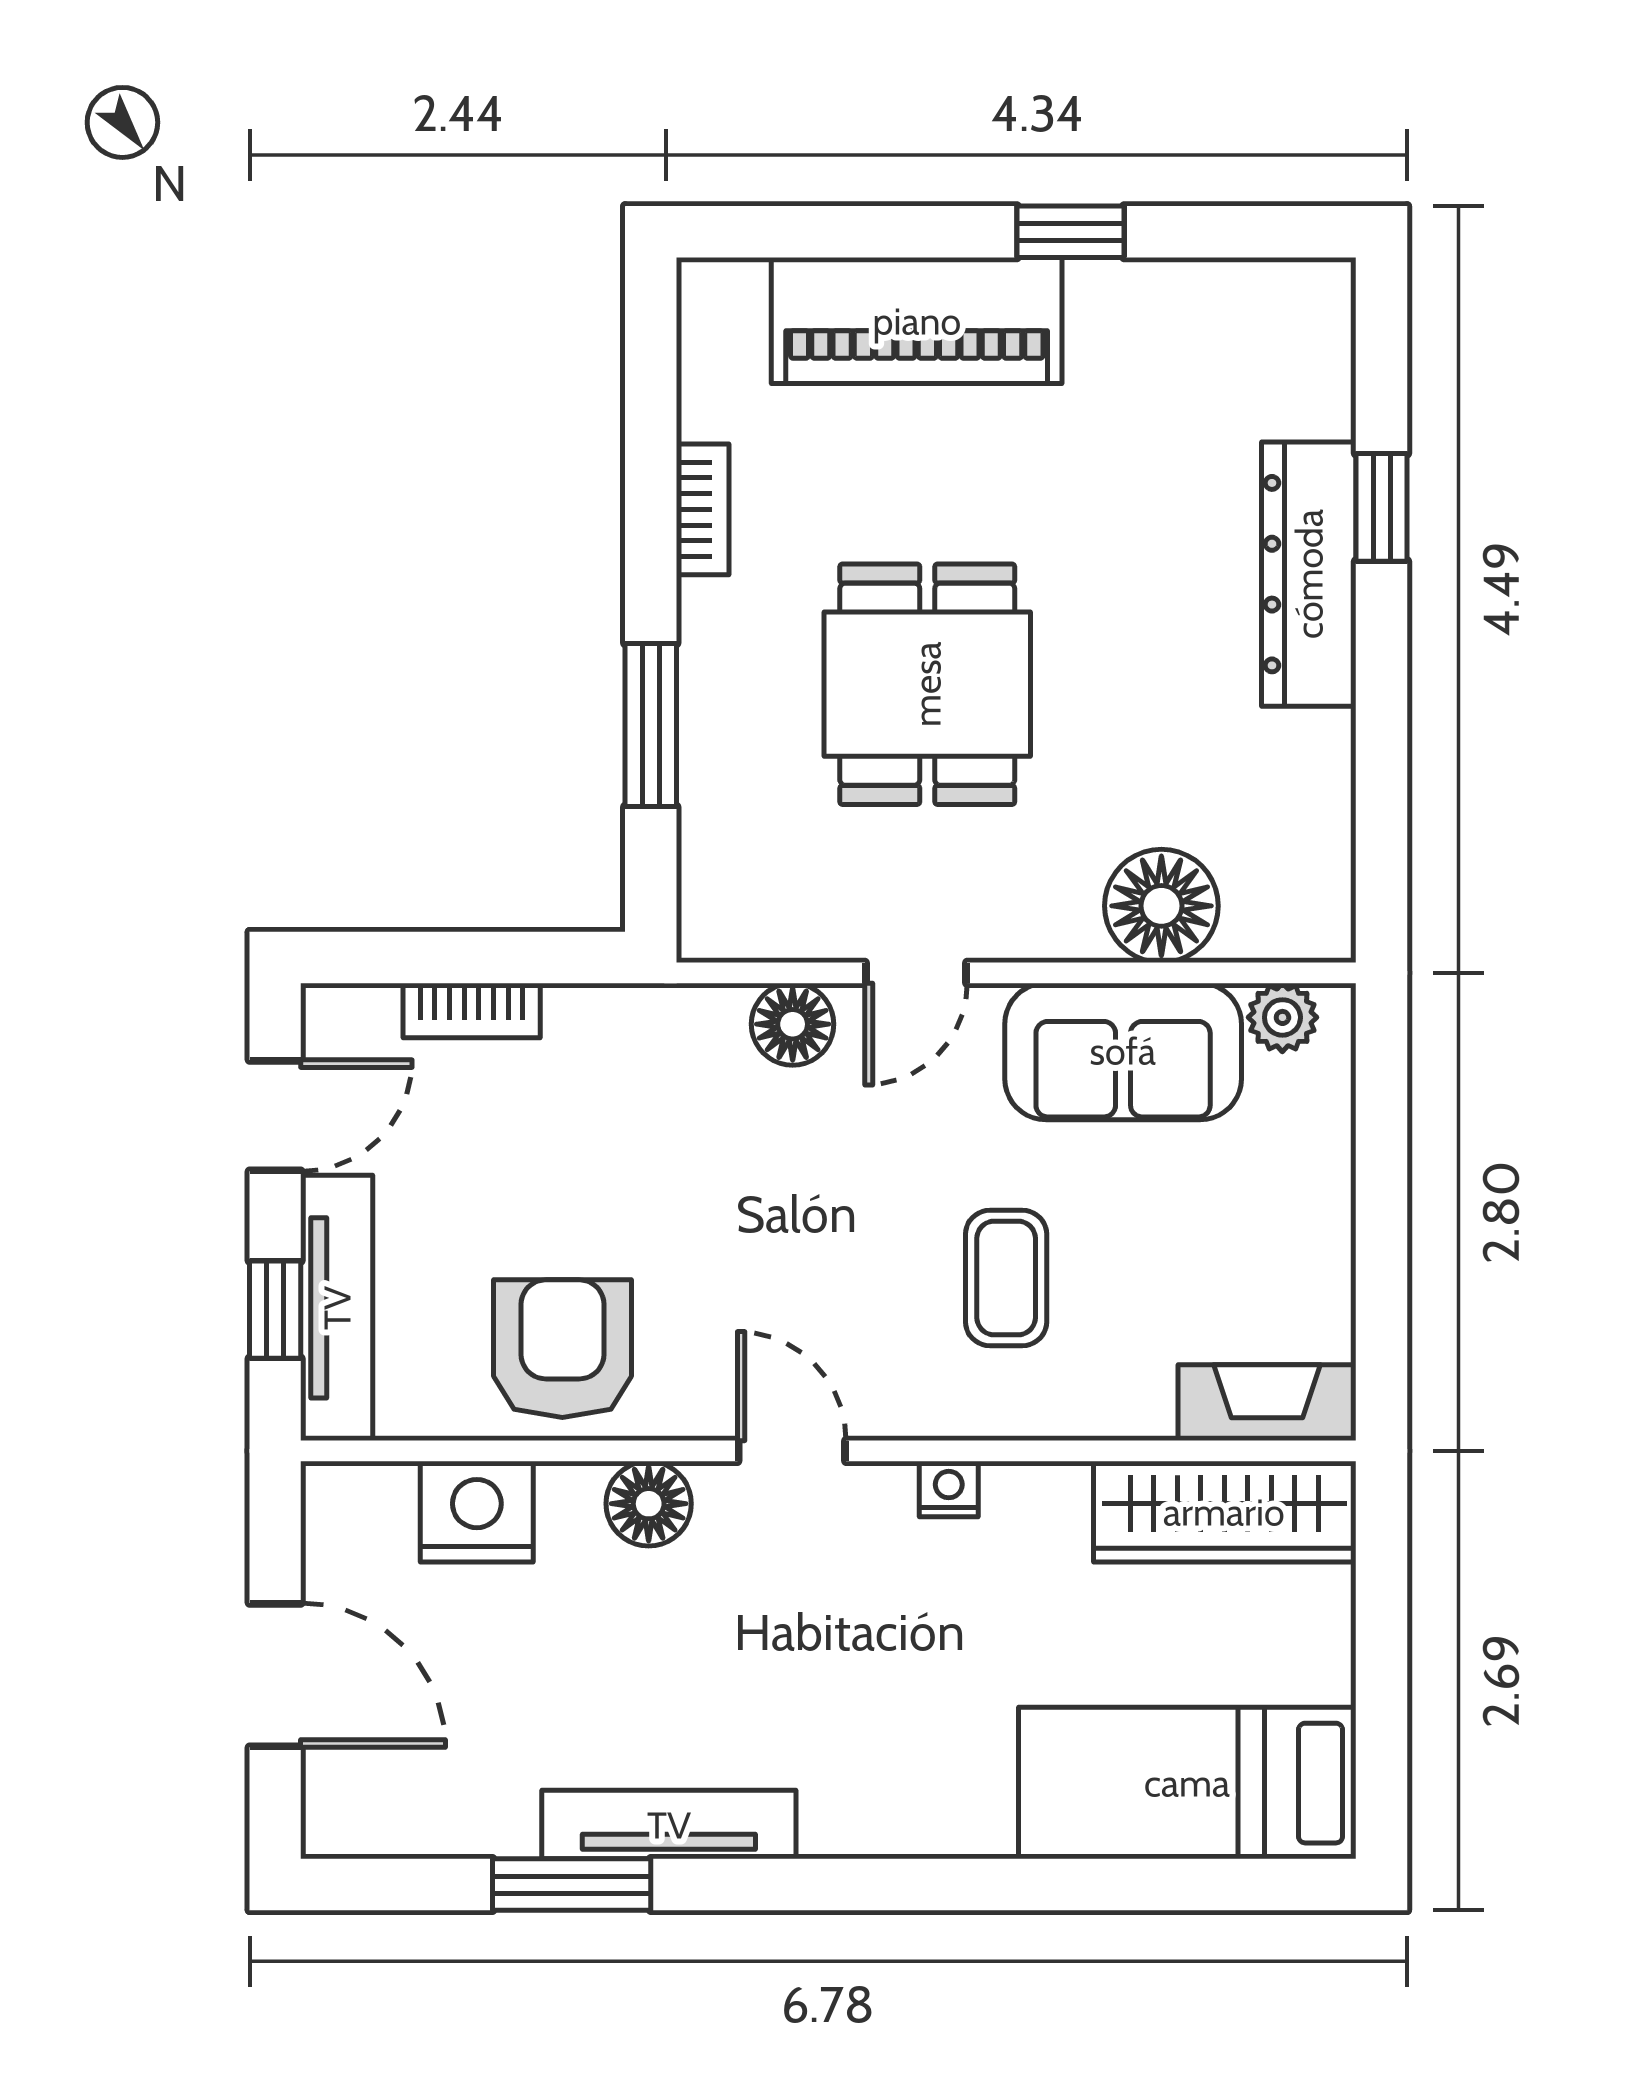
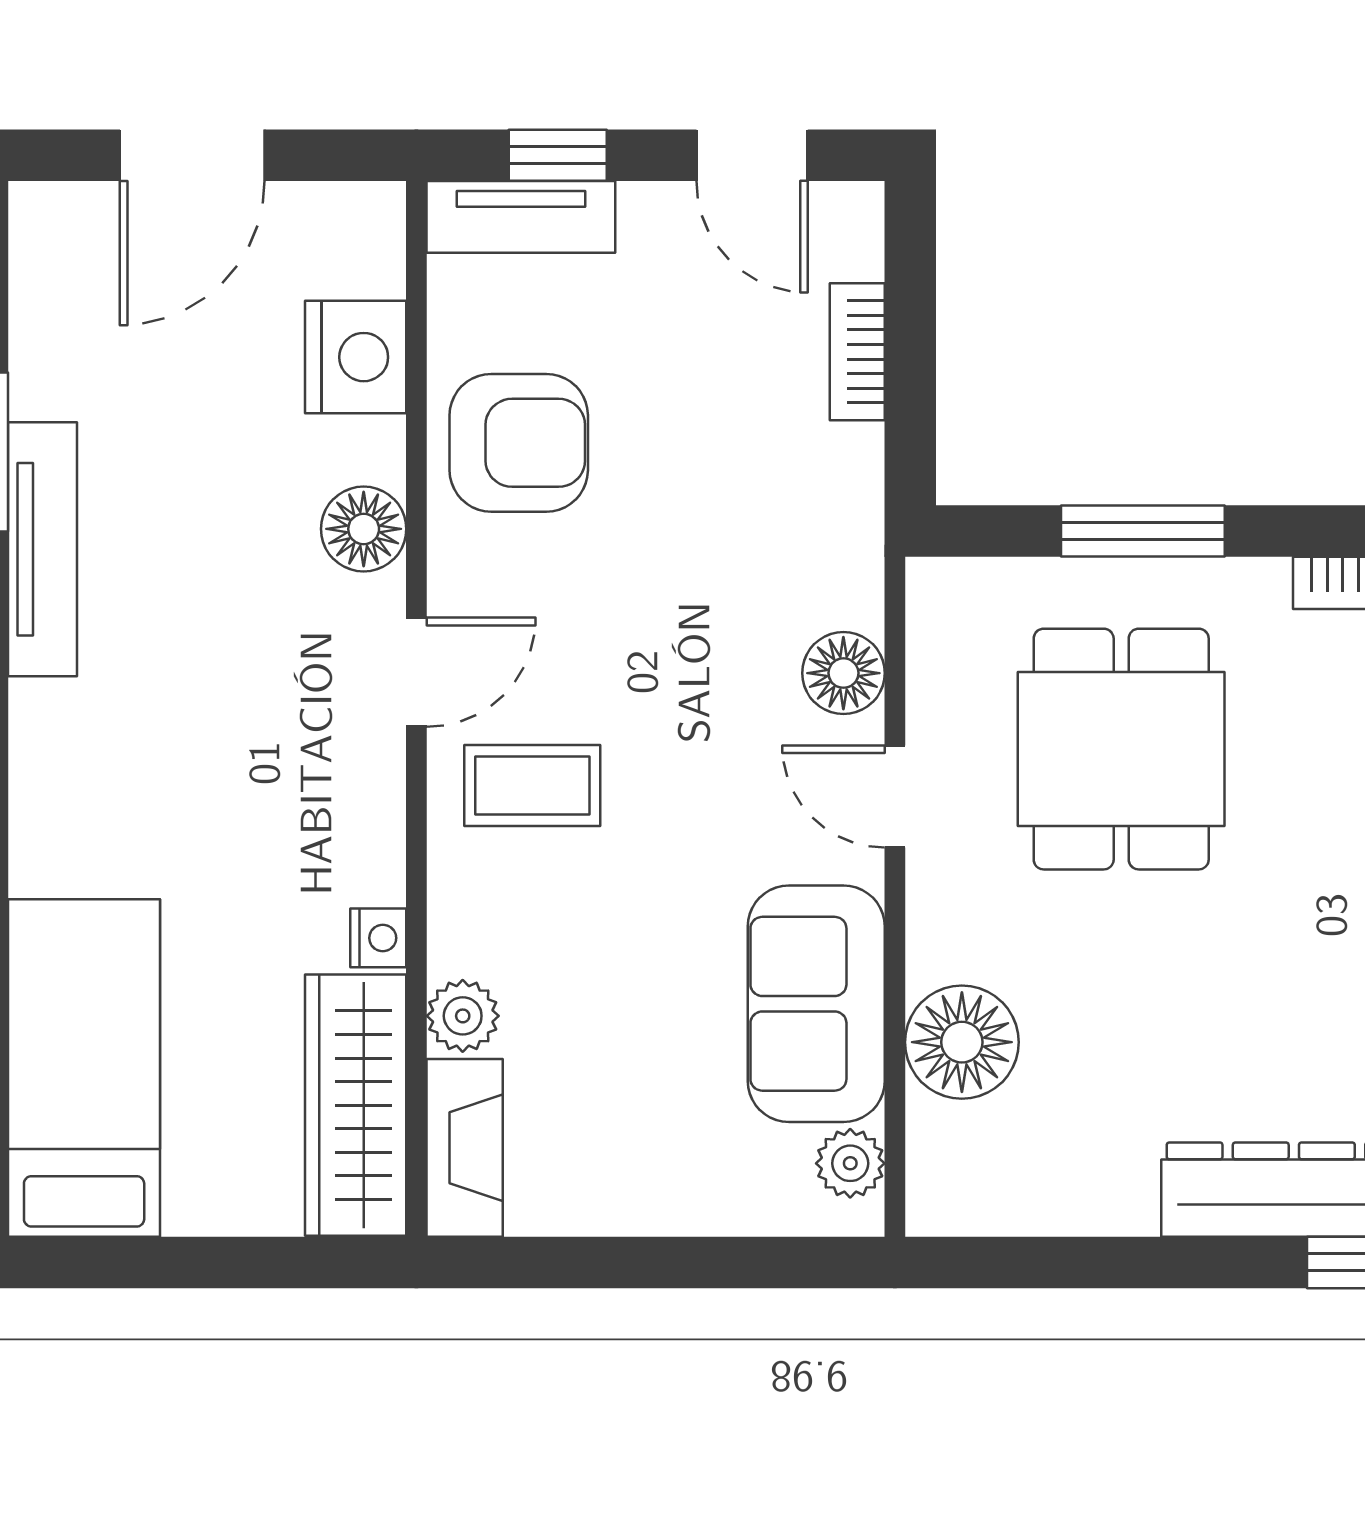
dining table: (927, 684) -> (1121, 749), moved, turned 90
coffee table: (1006, 1278) -> (532, 786), moved
tv unit: (337, 1308) -> (521, 217), width x0.71
plant: (1135, 1405) -> (463, 1016), added
nightstand: (949, 1489) -> (378, 938), moved

